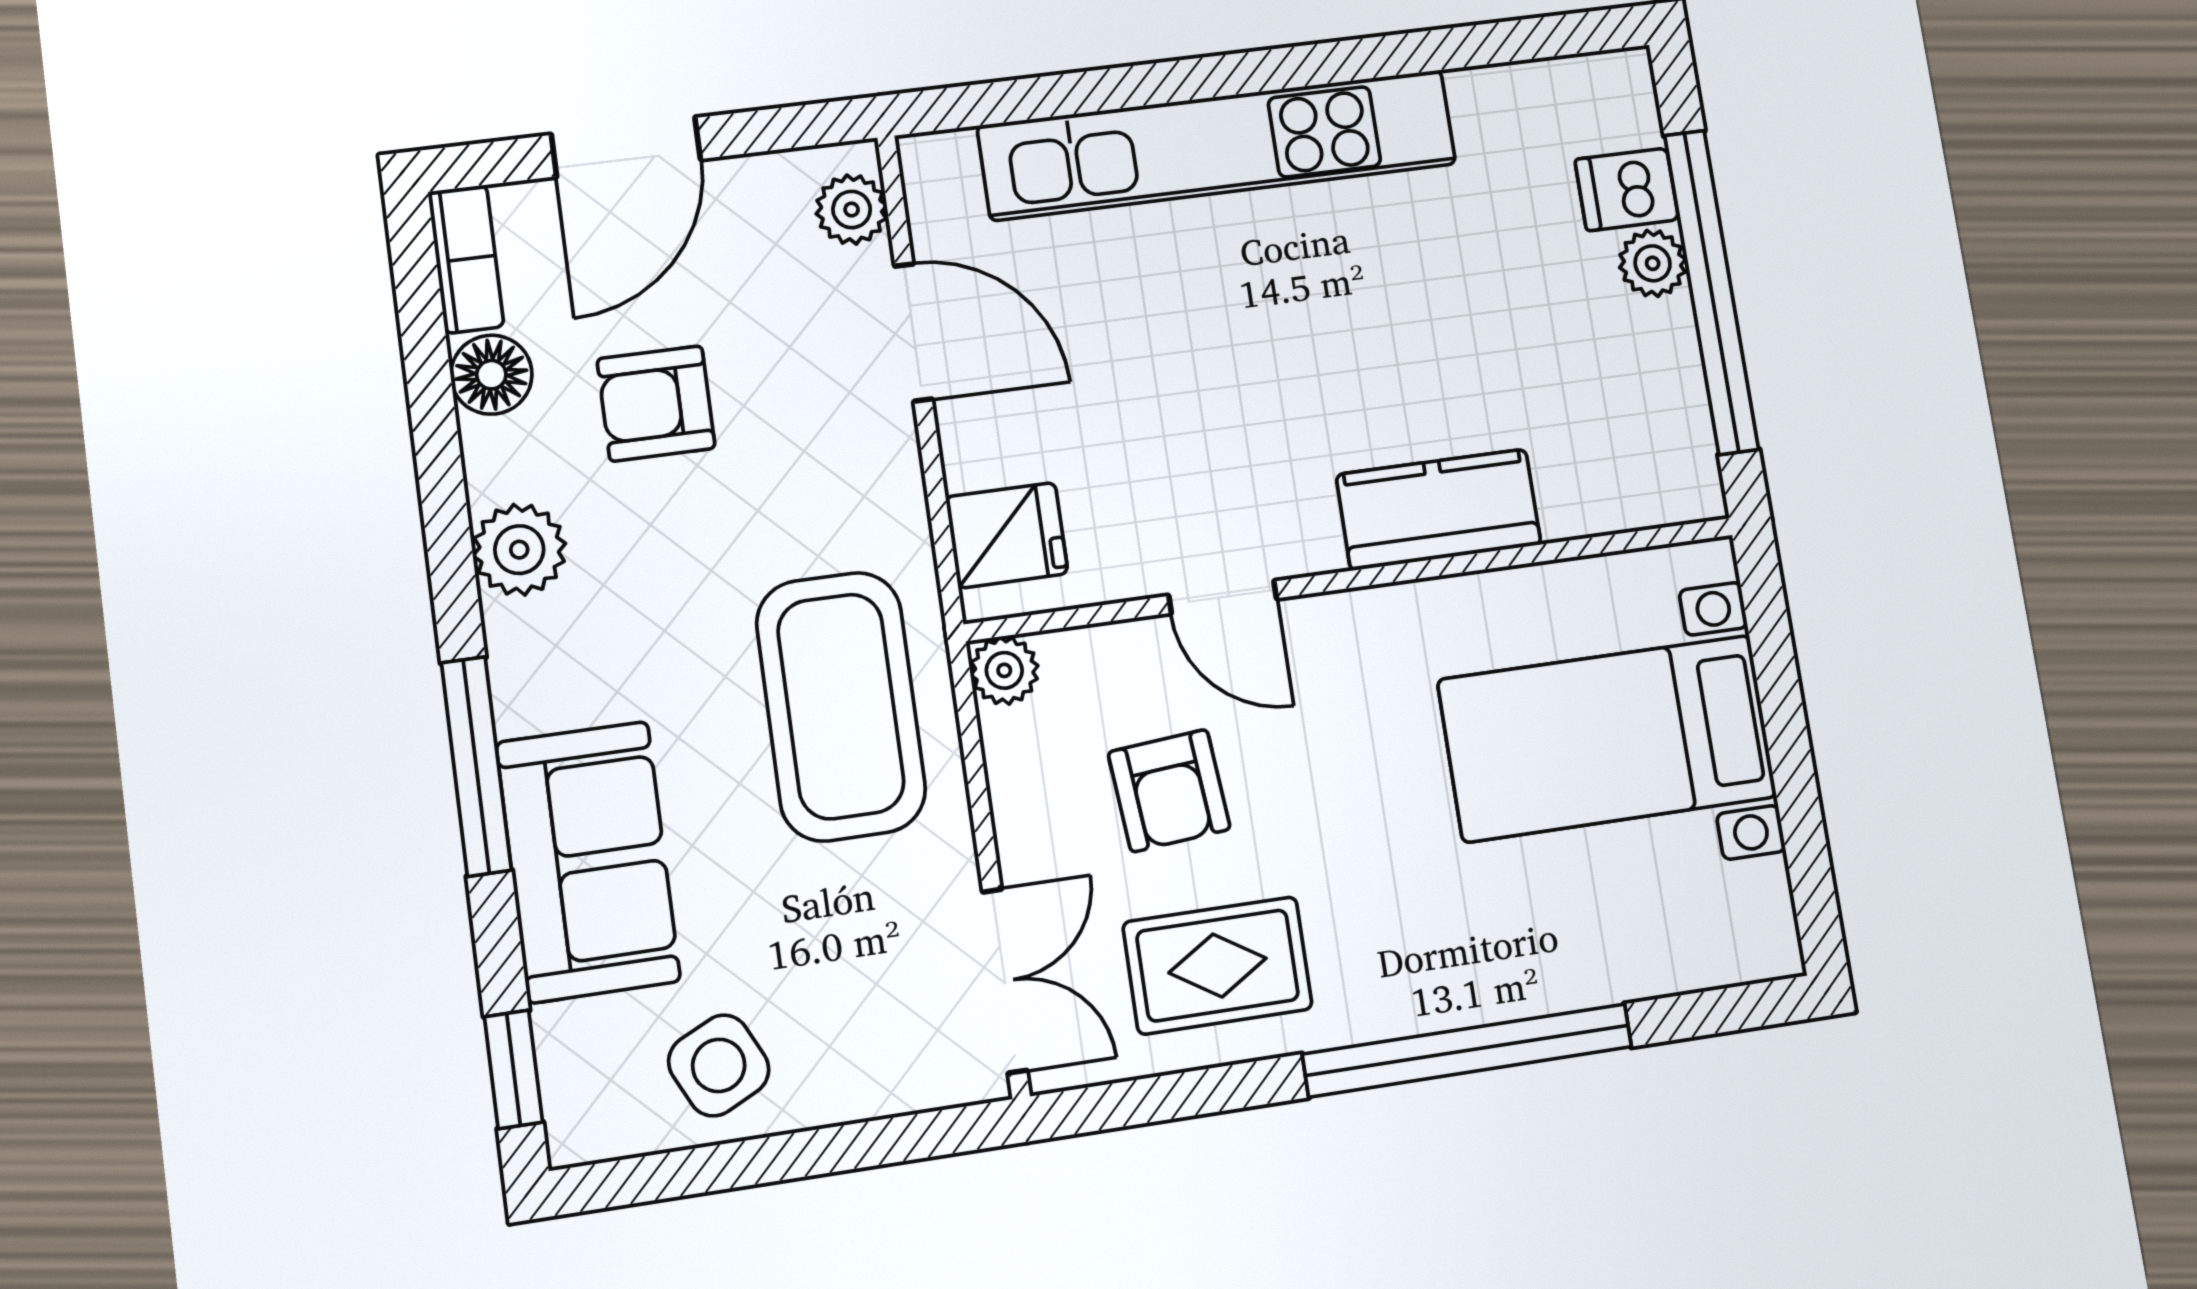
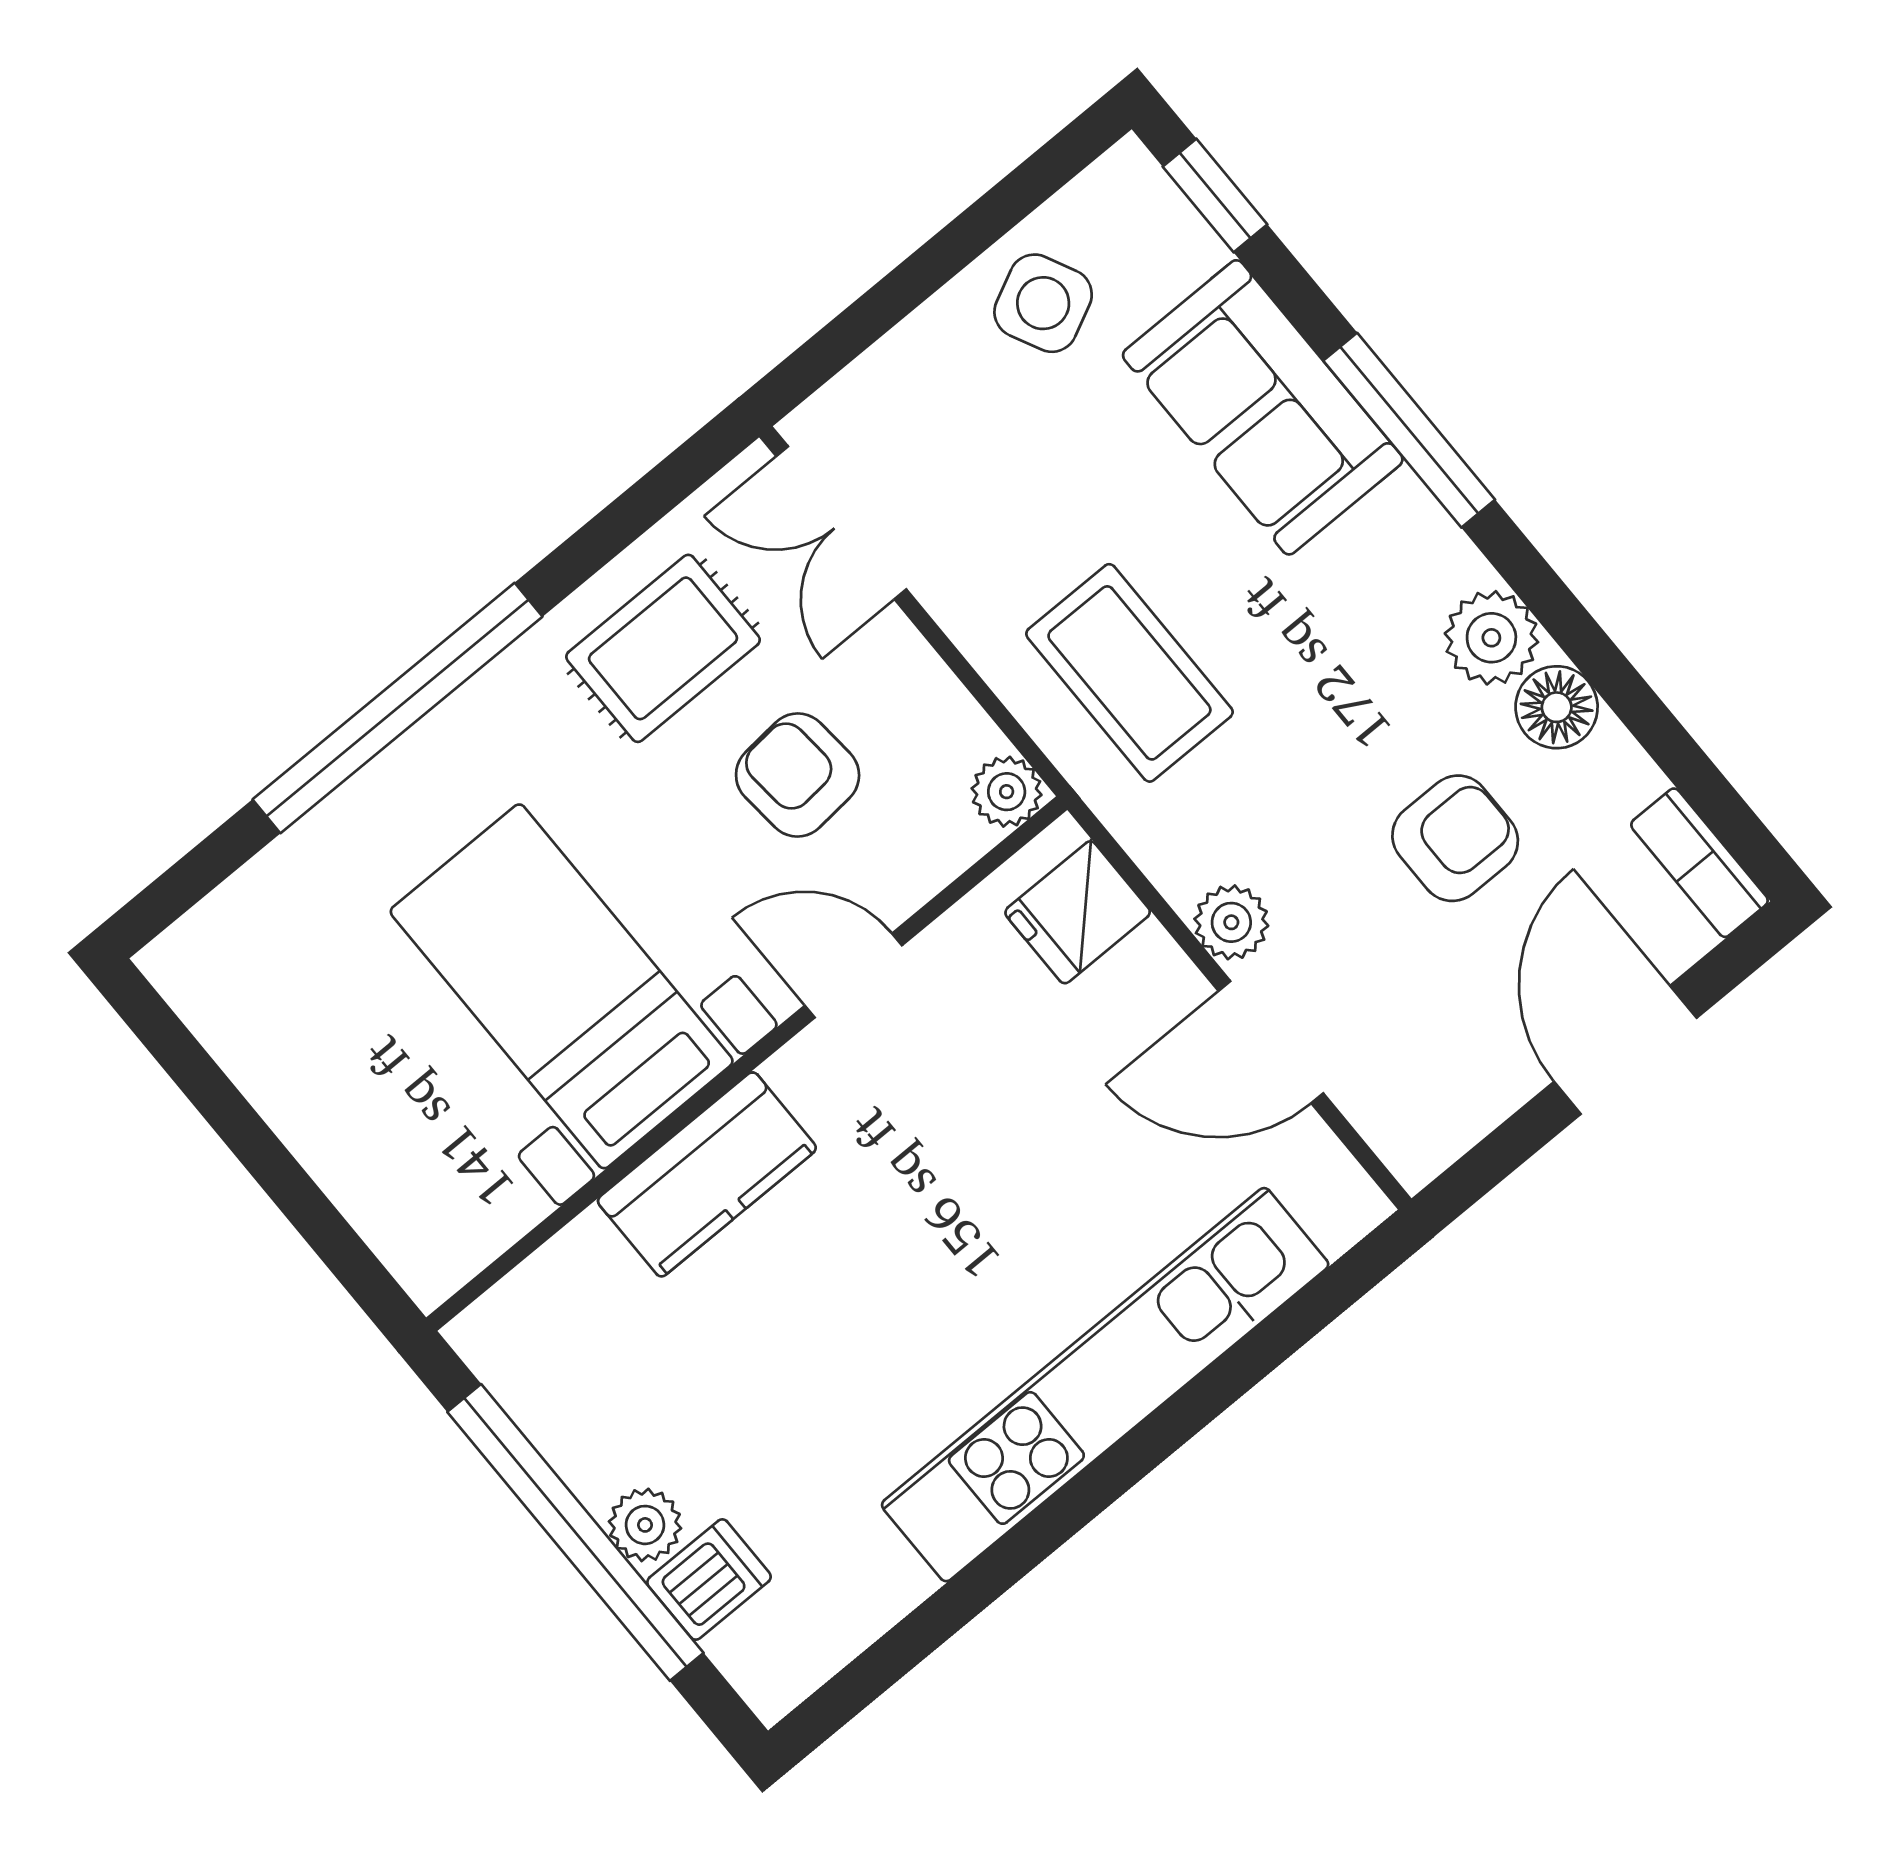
plant: (852, 210) -> (1231, 922), moved
floor lamp: (491, 375) -> (1557, 707), moved
coffee table: (841, 706) -> (1129, 673), width x0.73, depth x0.76
bed with nightstands: (1607, 738) -> (562, 986), moved, turned -90

